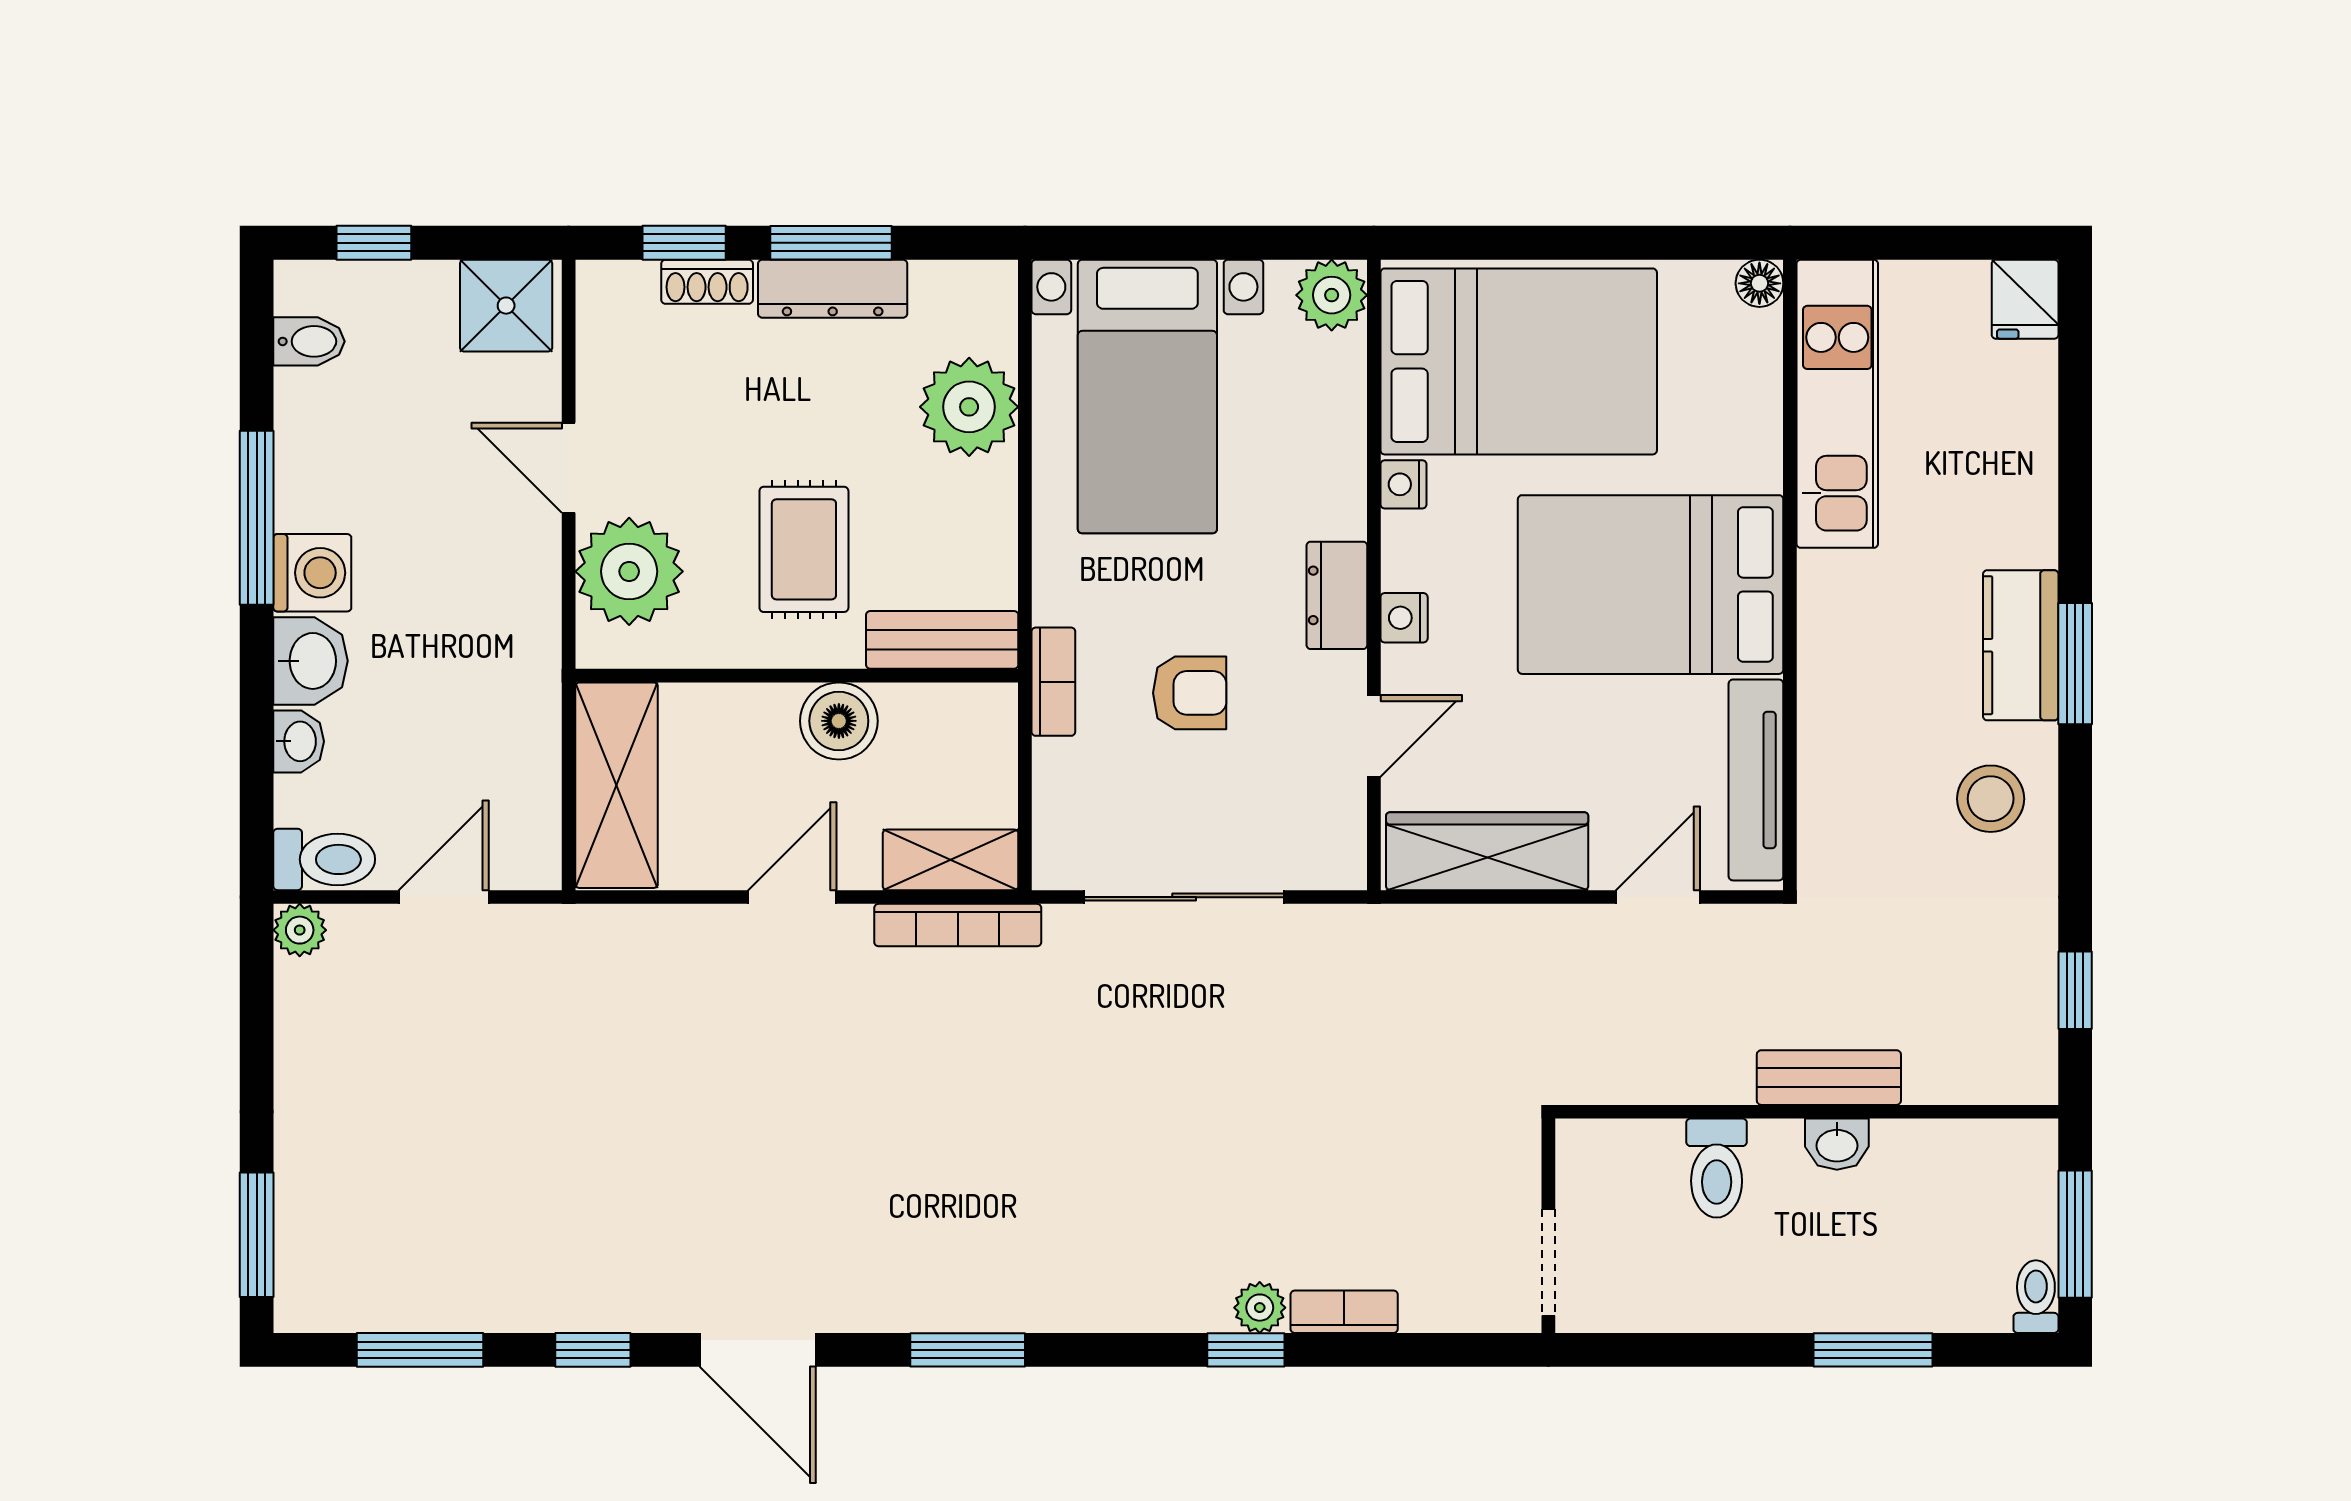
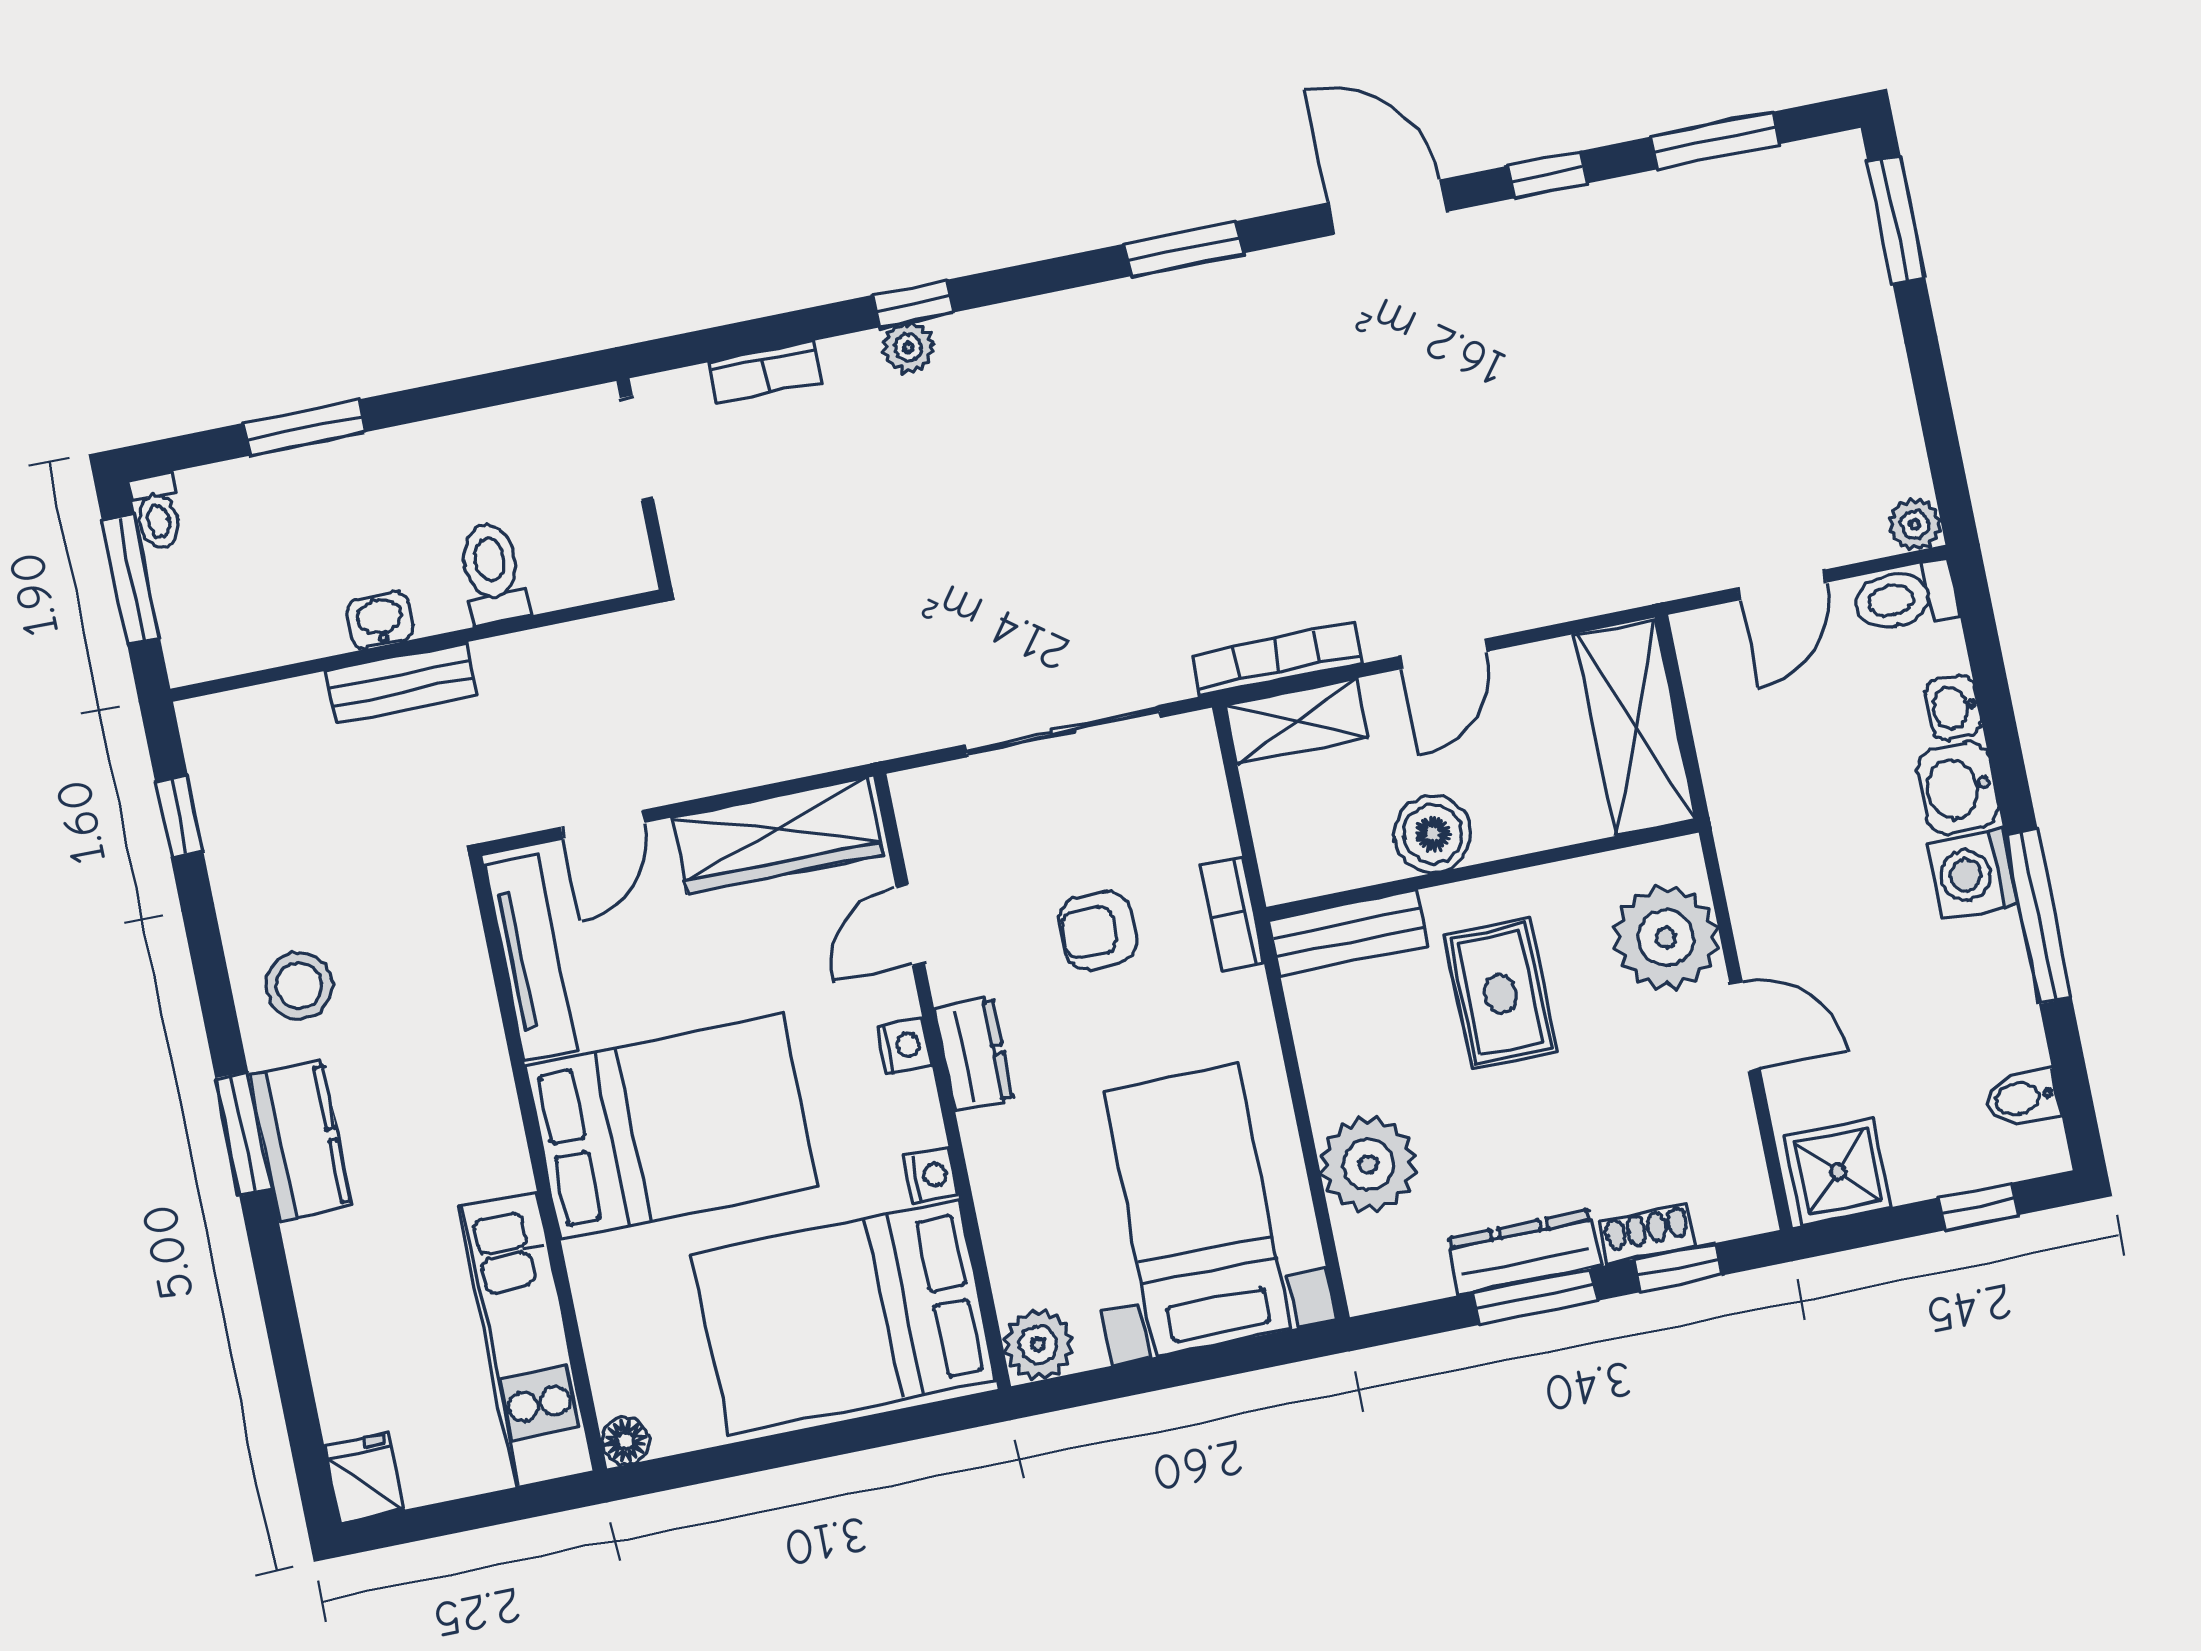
bookcase: (1344, 1312) -> (765, 372), moved

